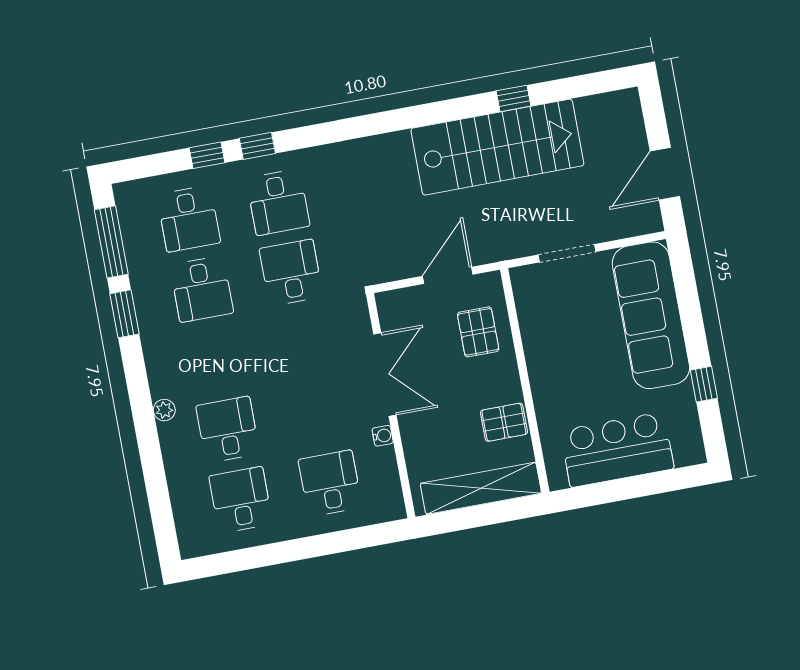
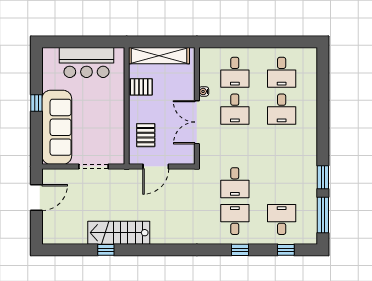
stairs: (497, 147) -> (119, 233), width x0.73, depth x0.66
window: (207, 155) -> (286, 250), moved
desk: (202, 289) -> (235, 109), moved, turned 180
window: (704, 384) -> (36, 103), moved
plant: (164, 410) -> (312, 125), removed

